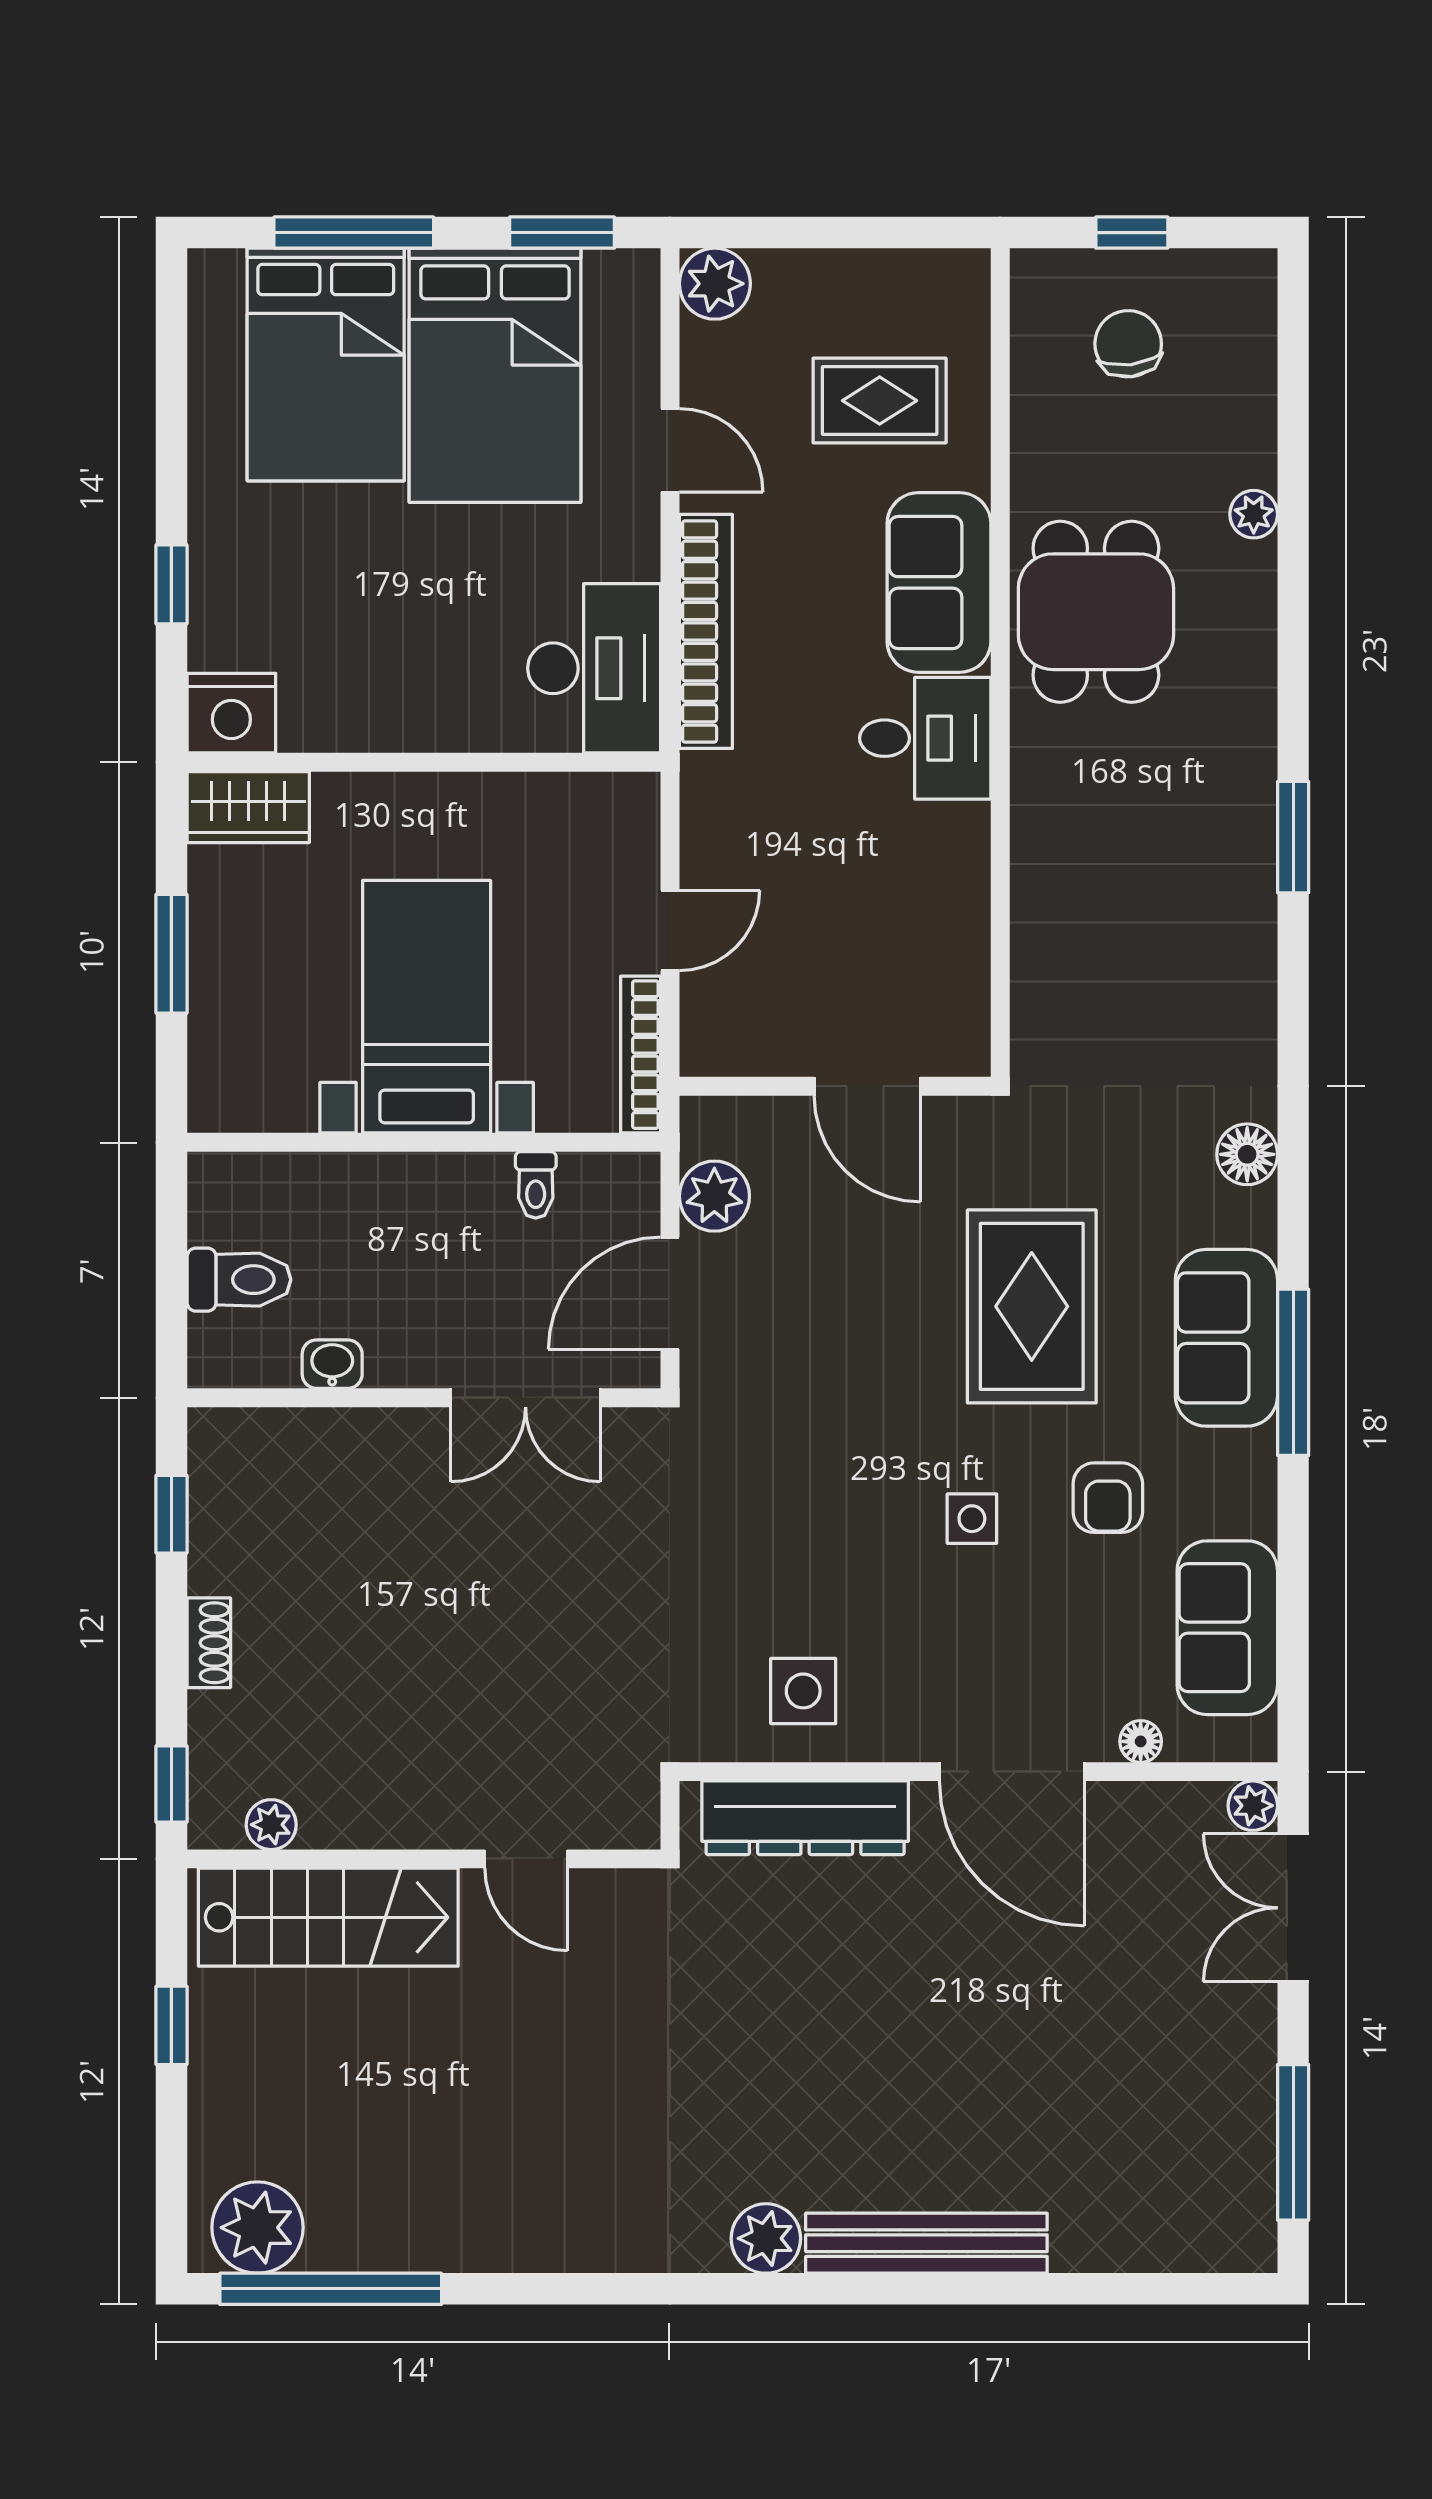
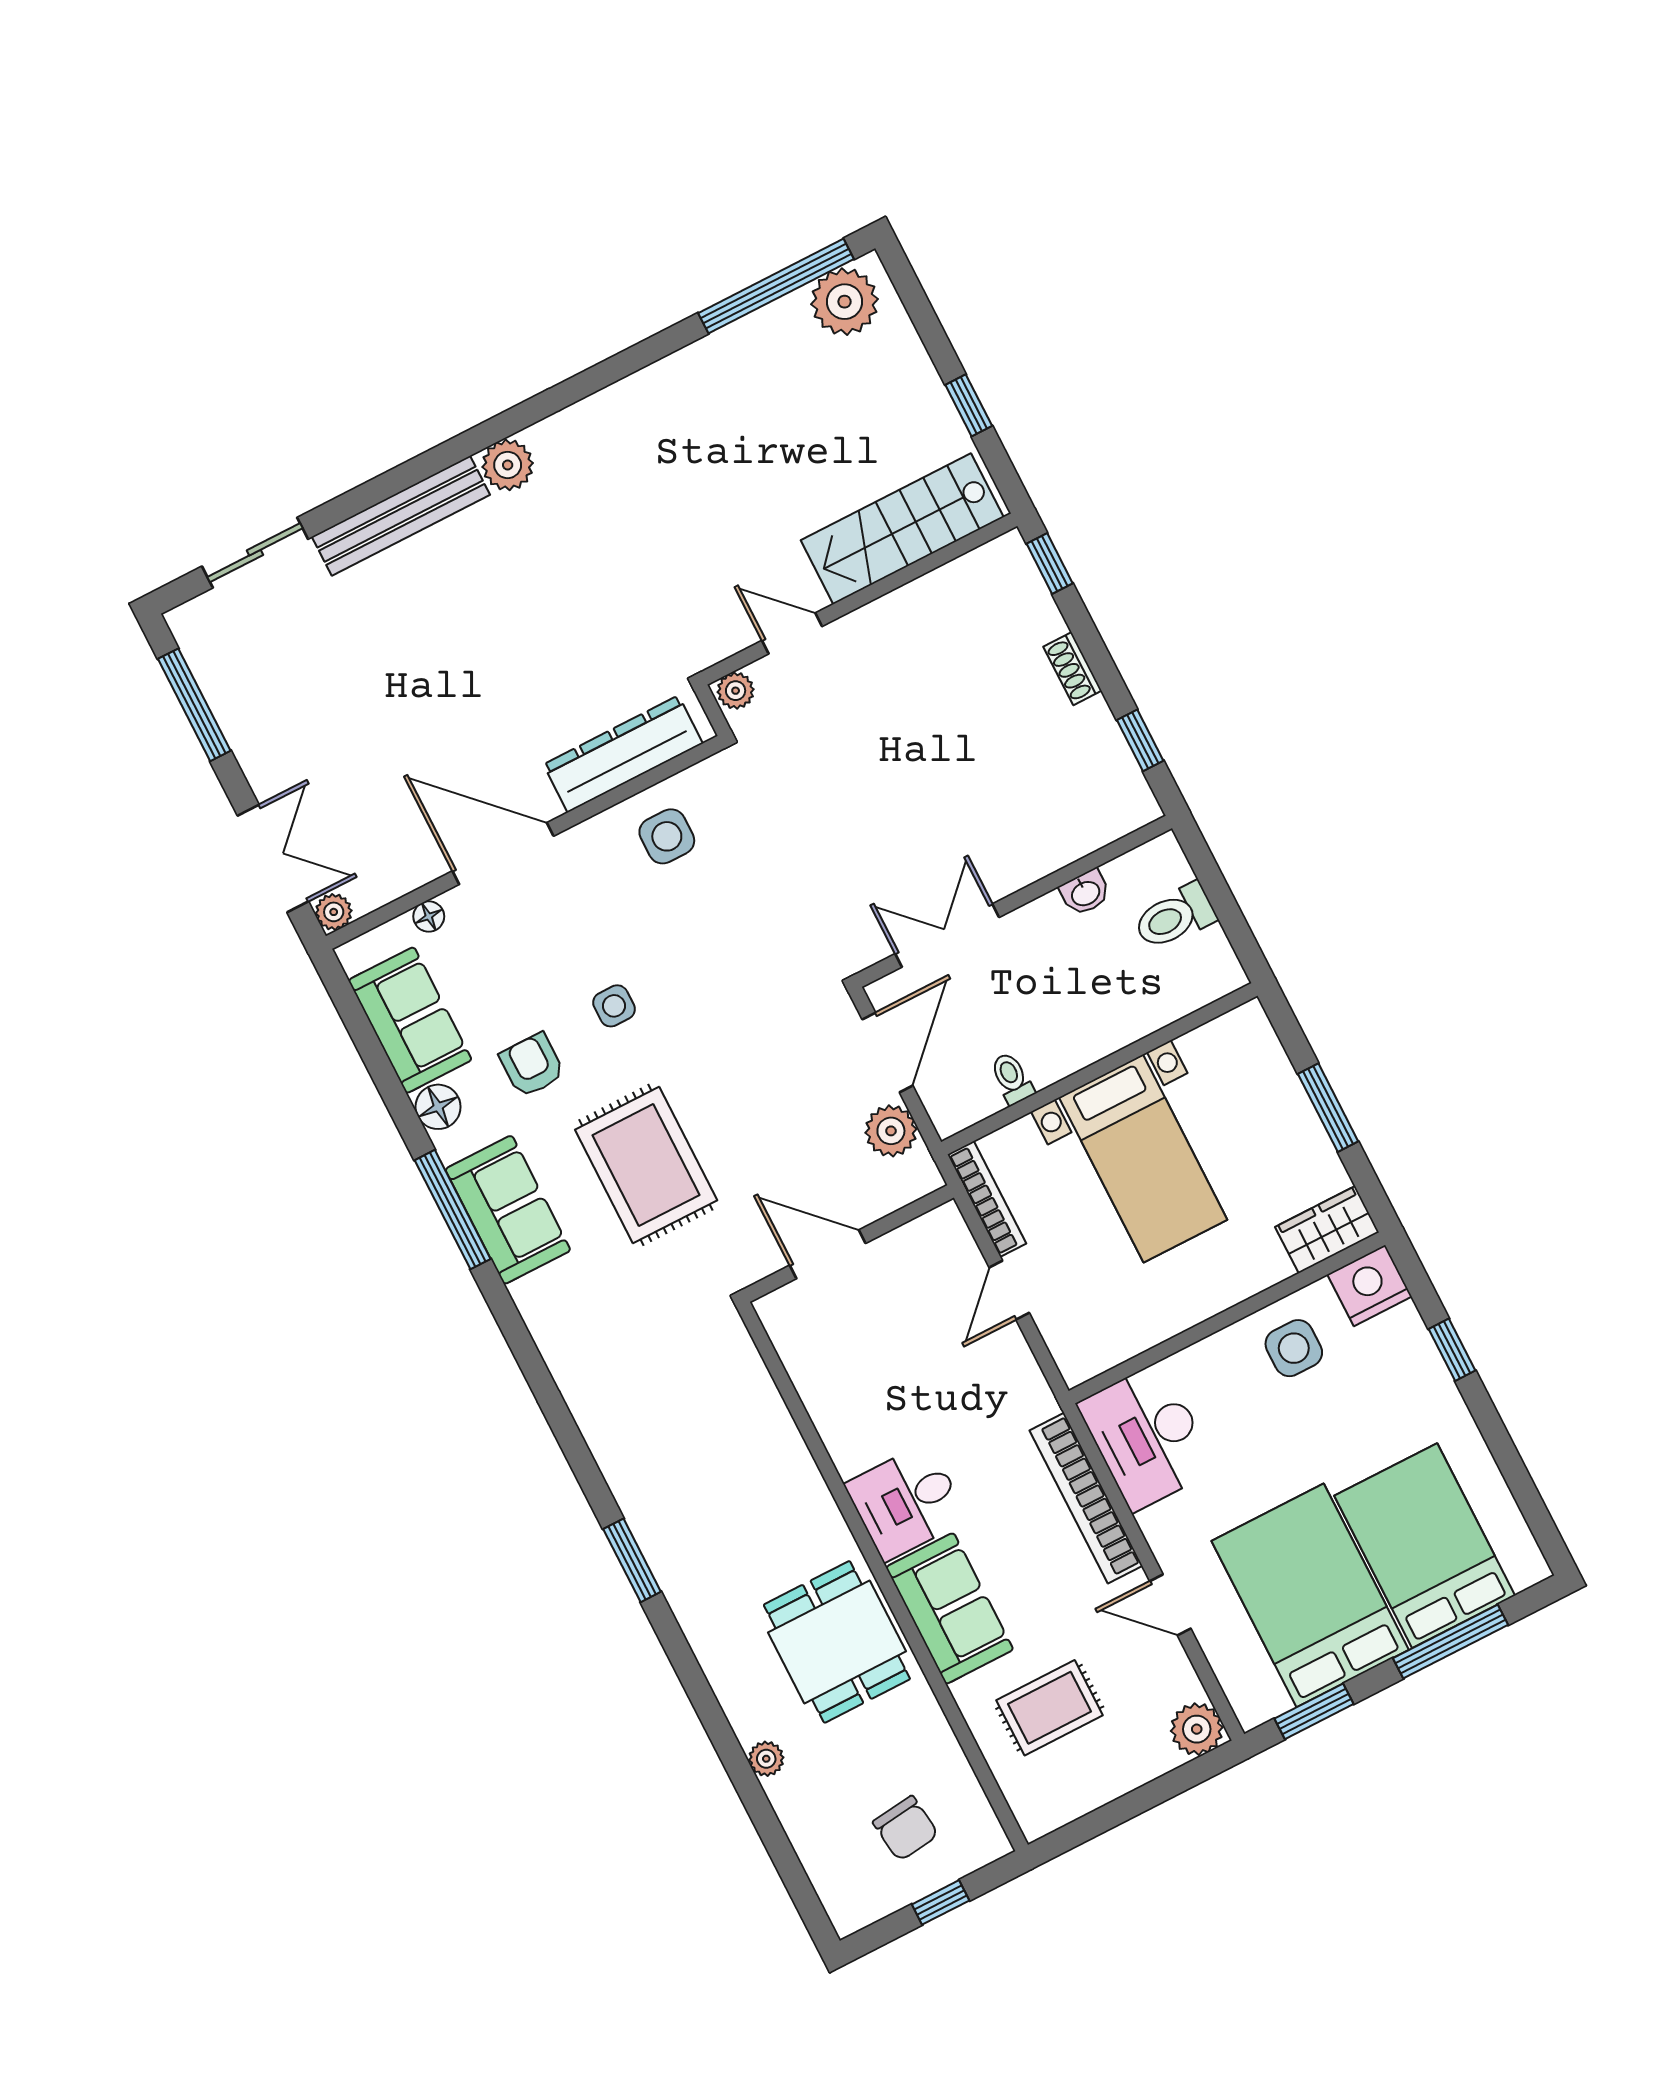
side table: (362, 684) -> (1294, 1348), added
floor lamp: (1247, 1154) -> (438, 1107), moved
plant: (271, 1825) -> (736, 691), moved
sliding door: (1126, 2289) -> (255, 553), added

